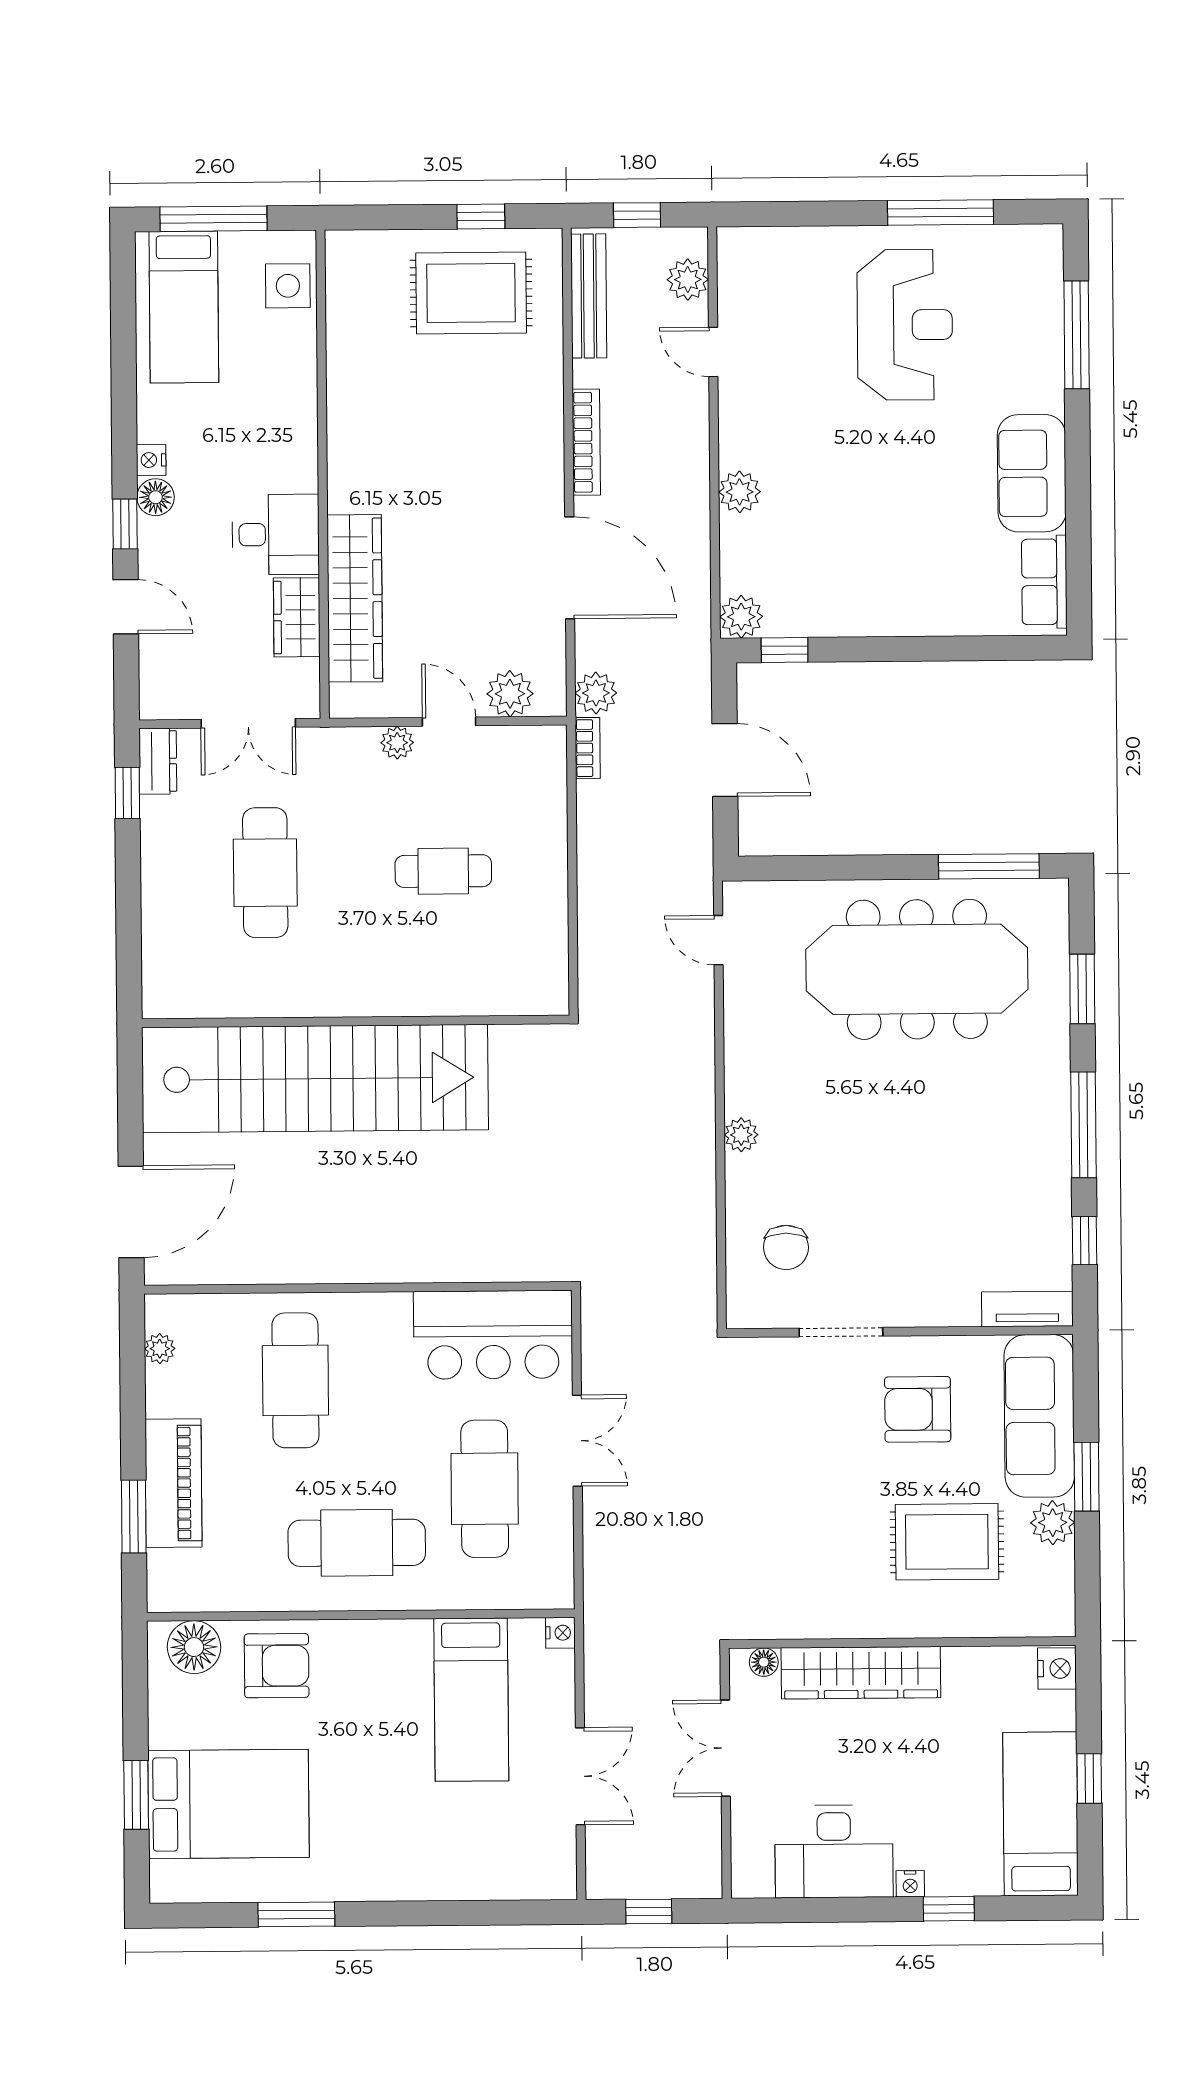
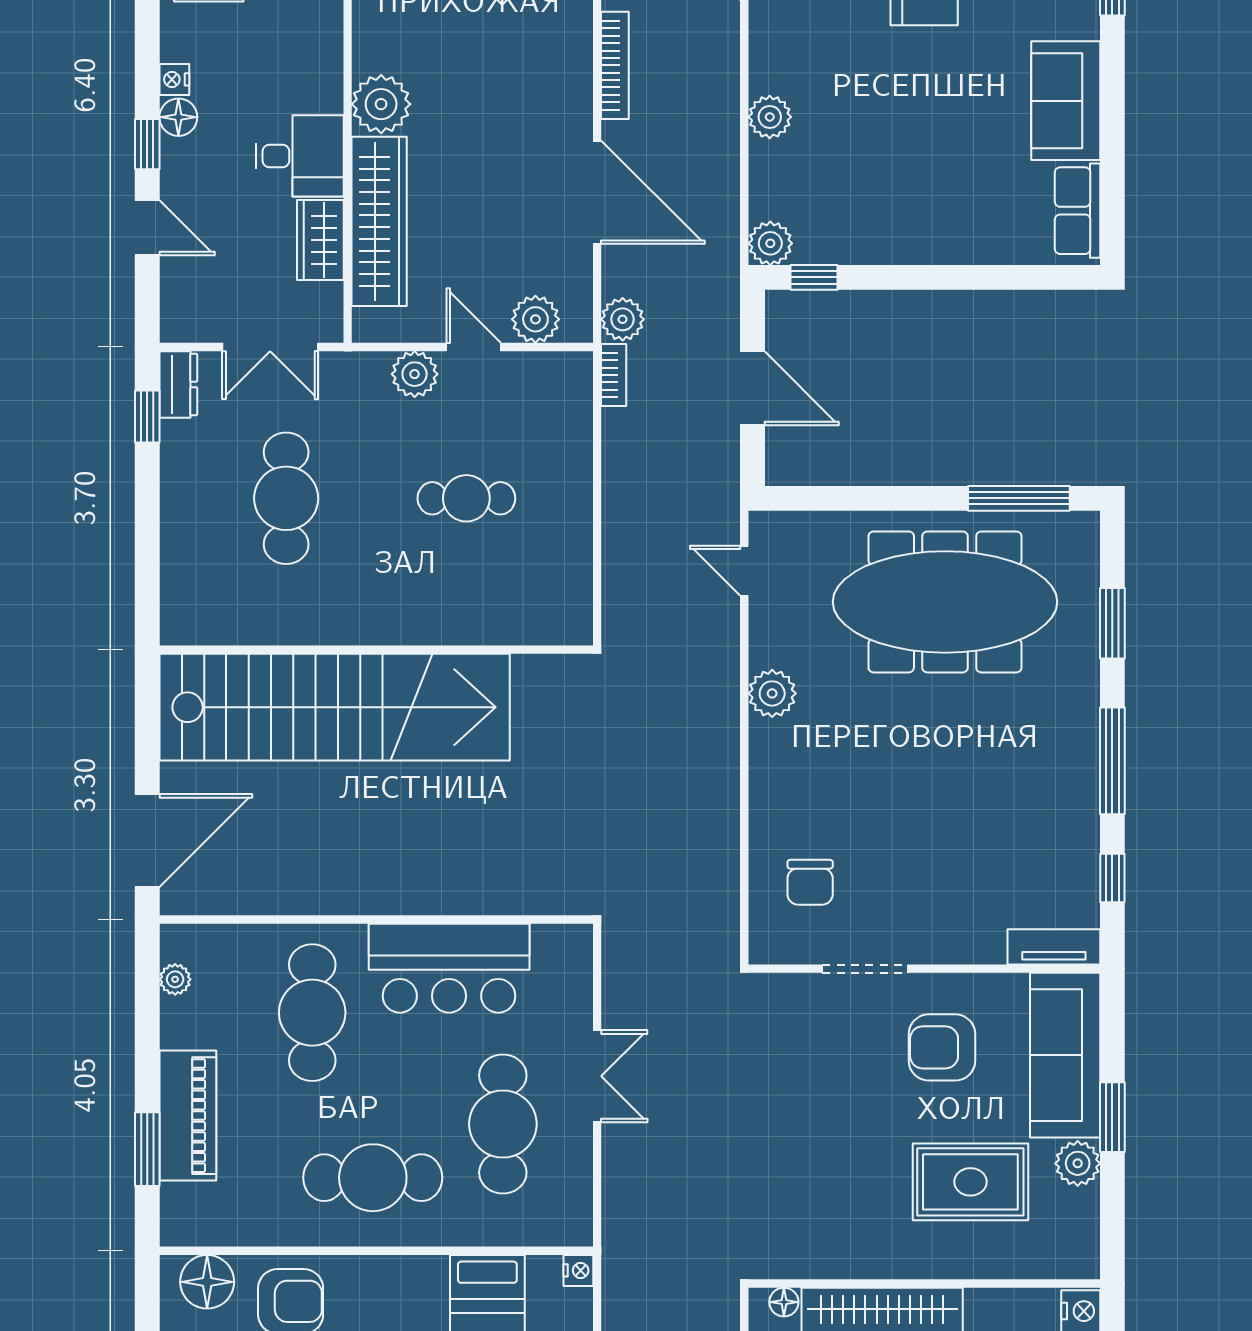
plant: (356, 483) -> (381, 104), added
plant: (397, 743) -> (415, 374), width x1.38, depth x1.38
plant: (741, 1135) -> (772, 693), moved, width x1.38, depth x1.38
bar counter: (493, 1335) -> (449, 968), moved

